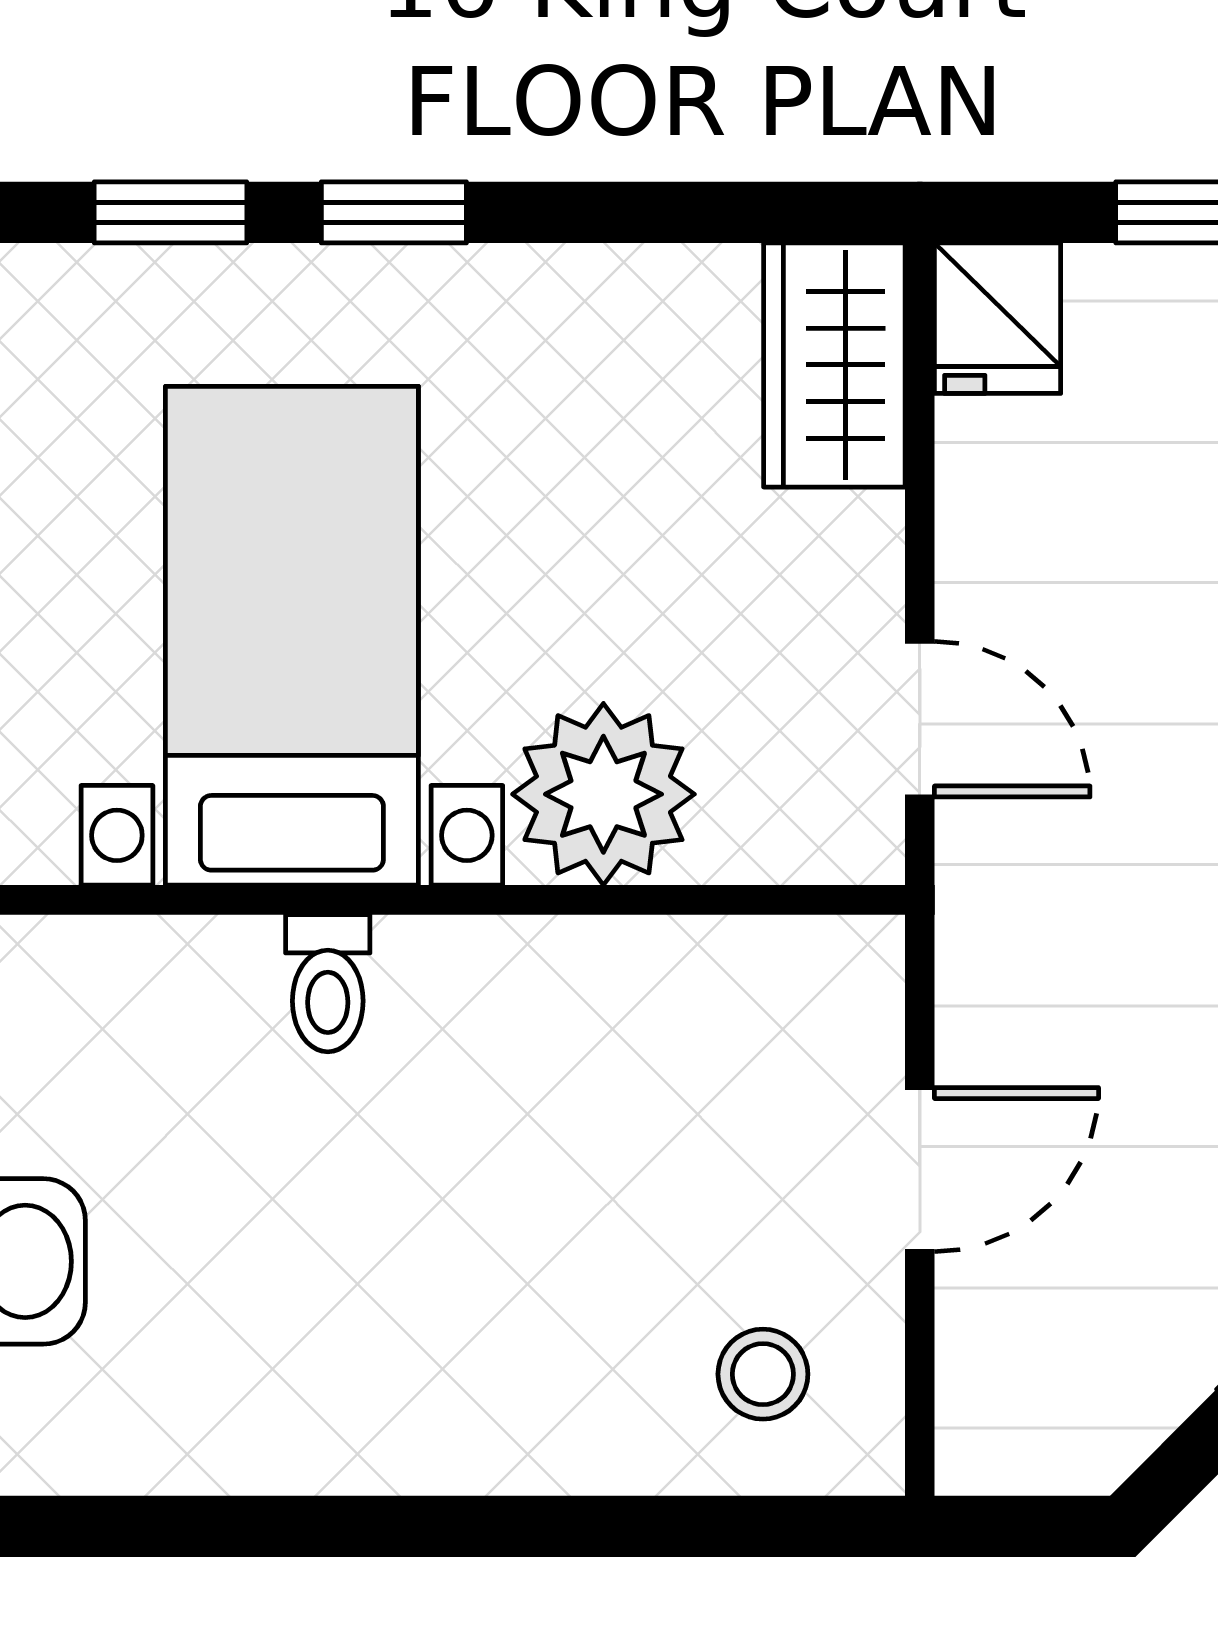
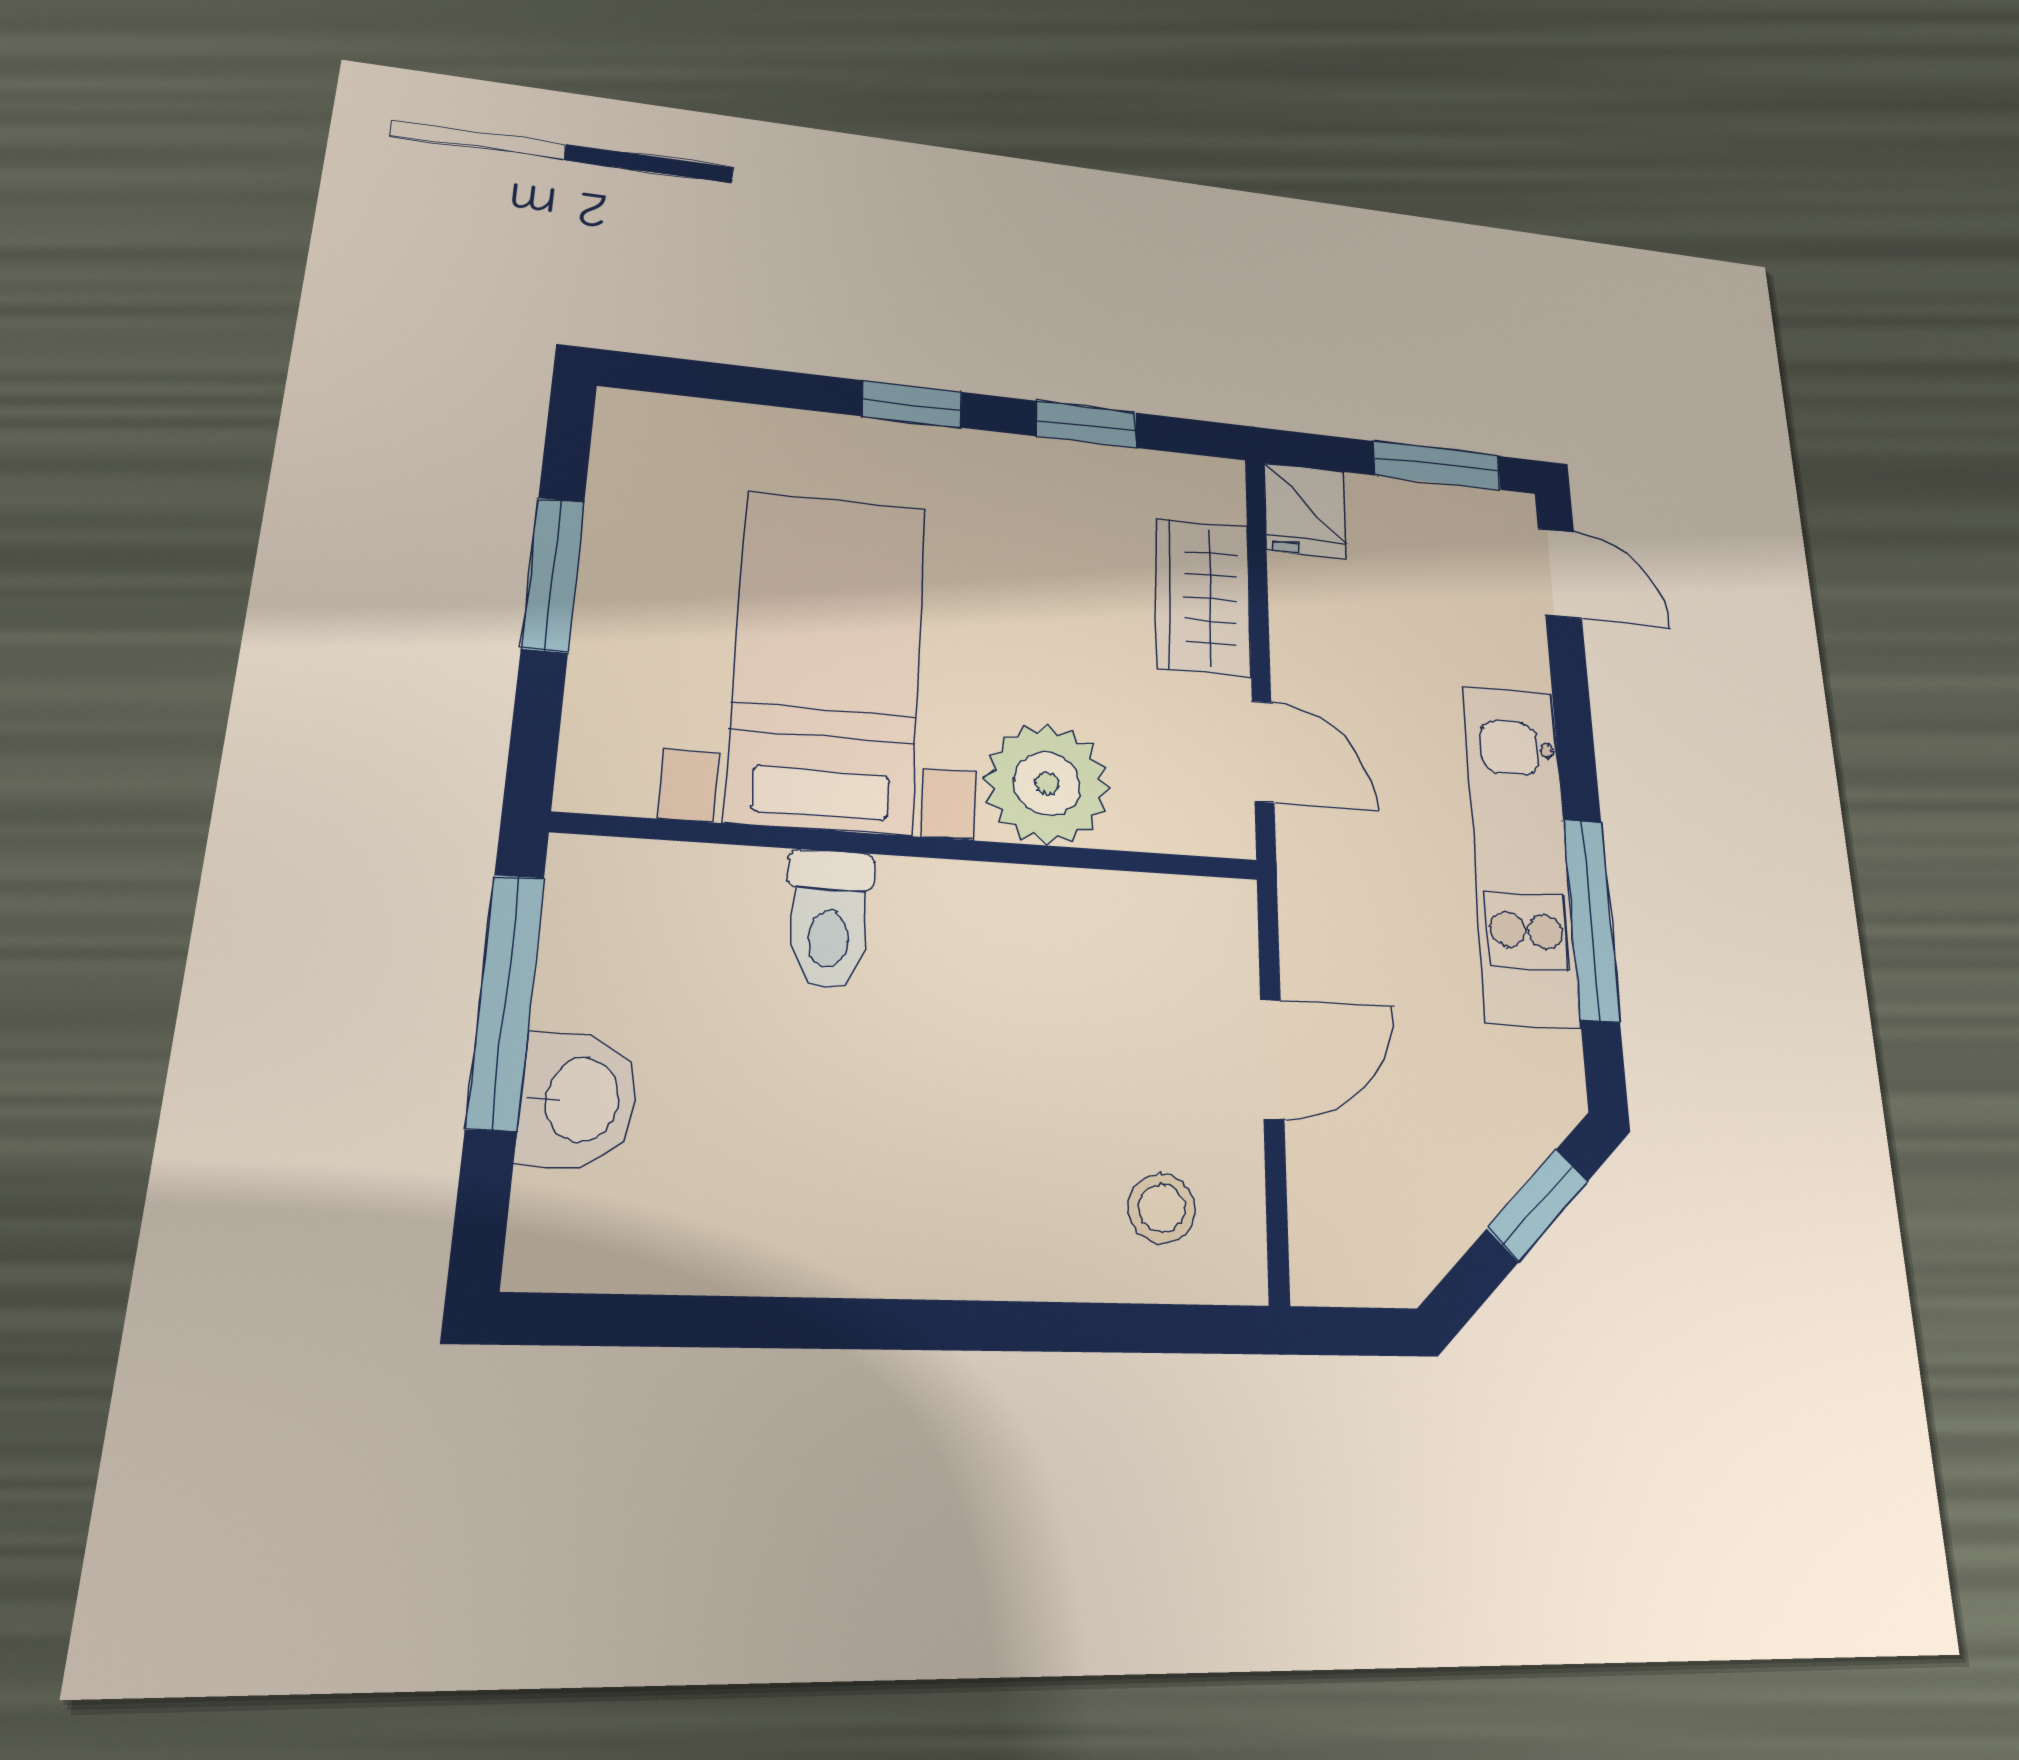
window: (171, 212) -> (1086, 424), moved
wardrobe: (834, 365) -> (1203, 597), moved
toilet: (328, 983) -> (829, 920), width x1.37, depth x1.39

